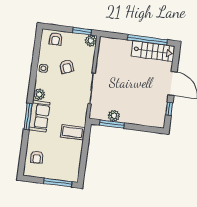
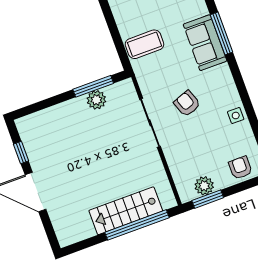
window: (147, 40) -> (137, 225), moved
plant: (91, 41) -> (204, 186), moved
stairs: (153, 51) -> (126, 211), moved
armchair: (67, 66) -> (187, 103), moved
plant: (39, 94) -> (222, 74), removed

